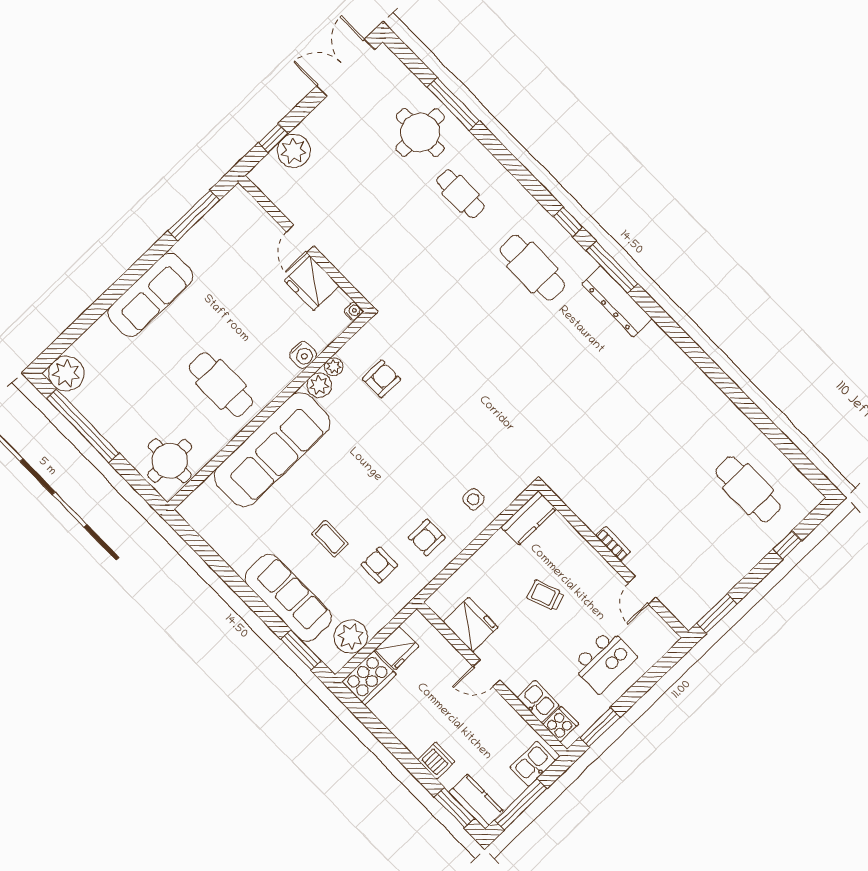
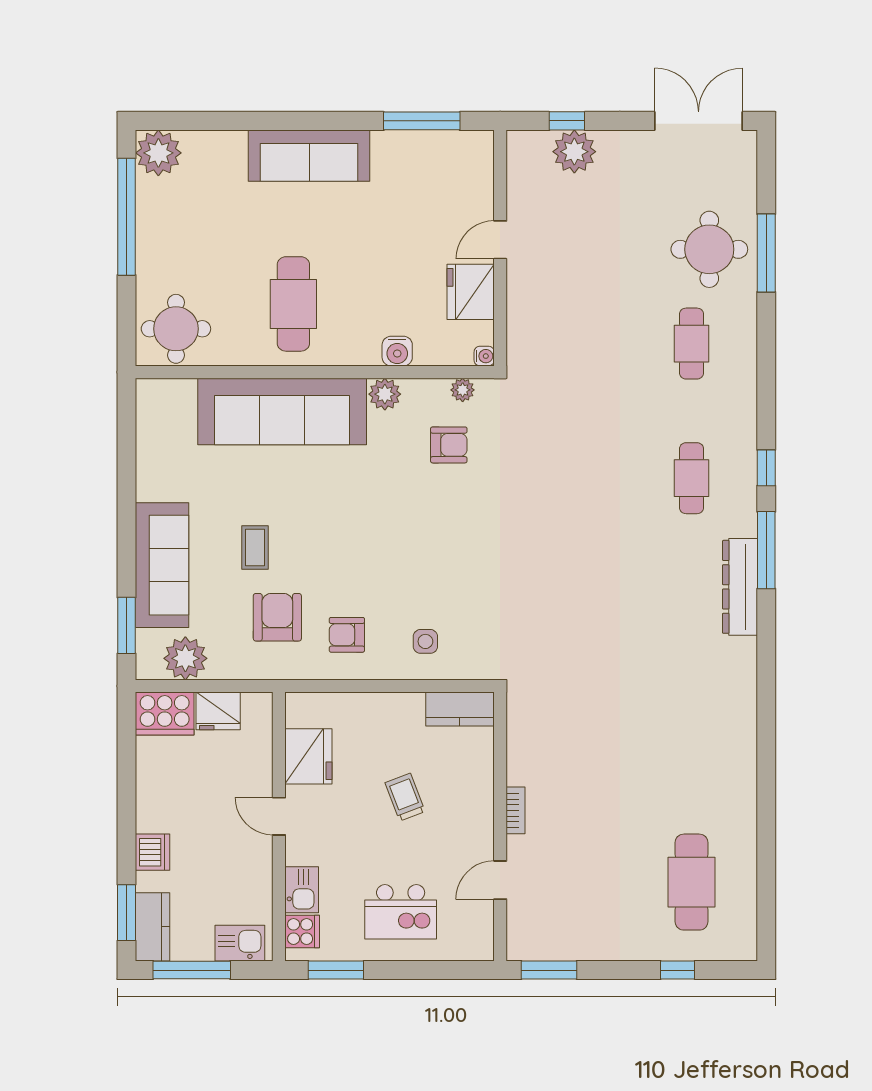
cafe table: (532, 268) -> (692, 478), width x0.73, depth x0.74
plant: (334, 367) -> (463, 390), moved
armchair: (379, 565) -> (277, 617), width x1.38, depth x1.38

